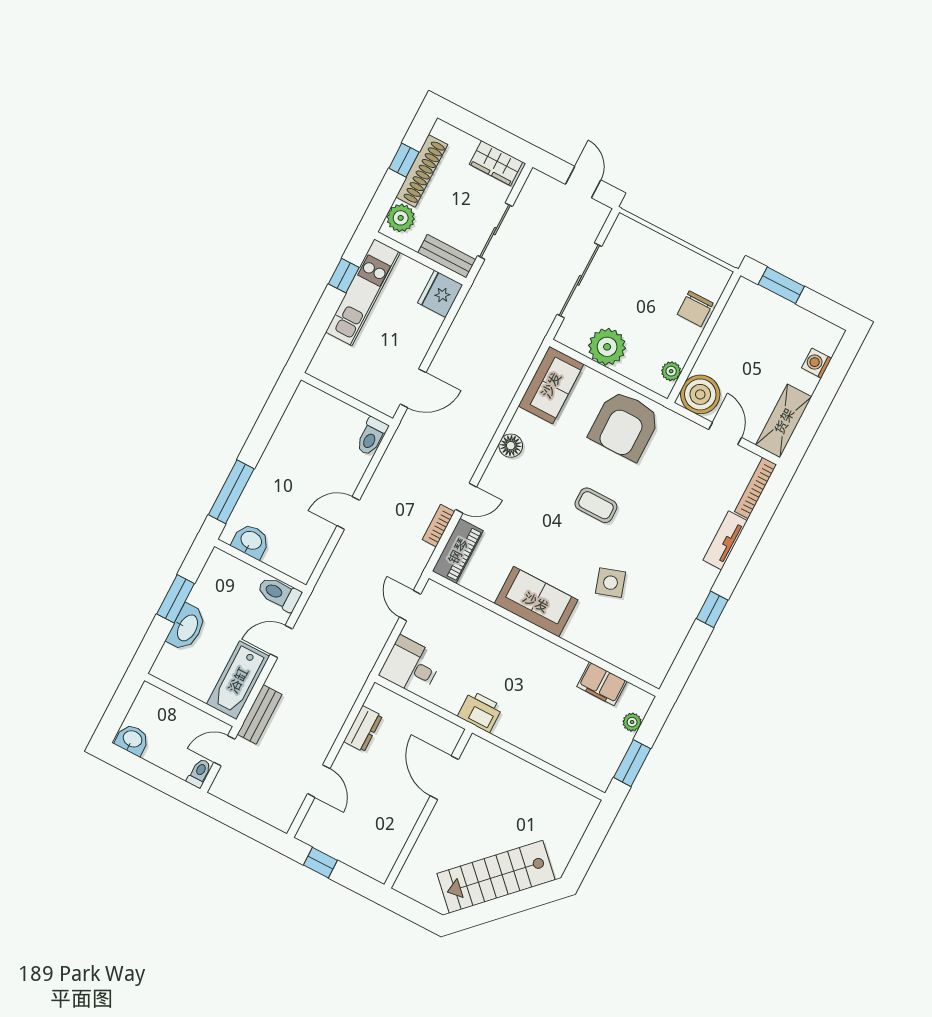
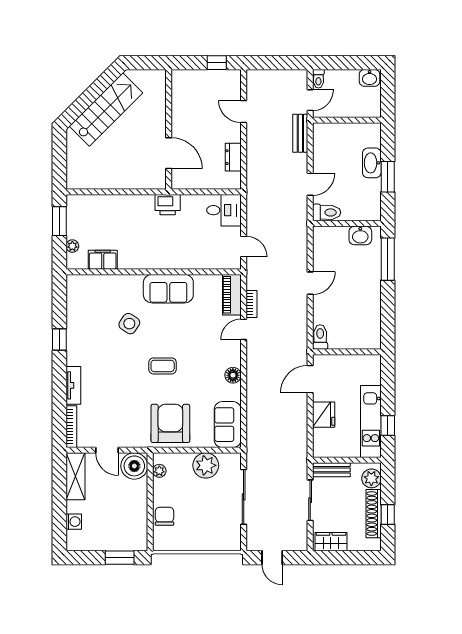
fridge: (440, 294) -> (324, 415), moved
side table: (610, 583) -> (129, 324), turned -38
bathtub: (238, 680) -> (324, 147), removed

